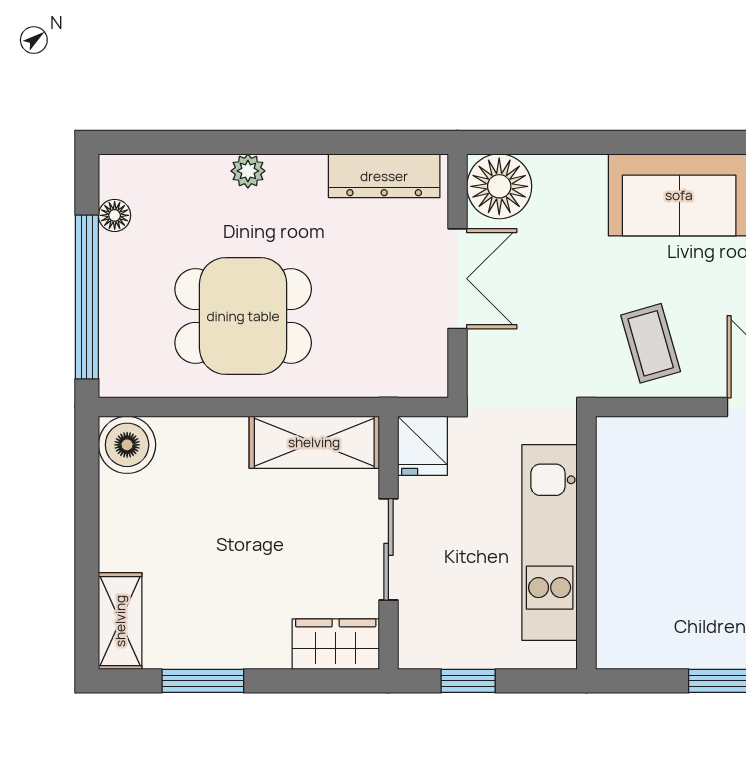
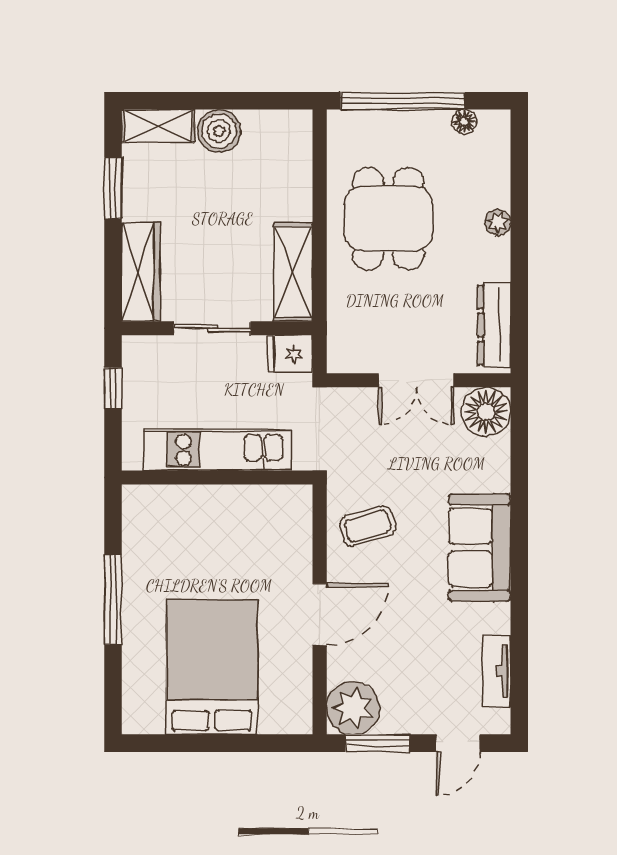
boiler: (127, 445) -> (219, 131), moved
wardrobe: (336, 644) -> (141, 272), width x1.50

